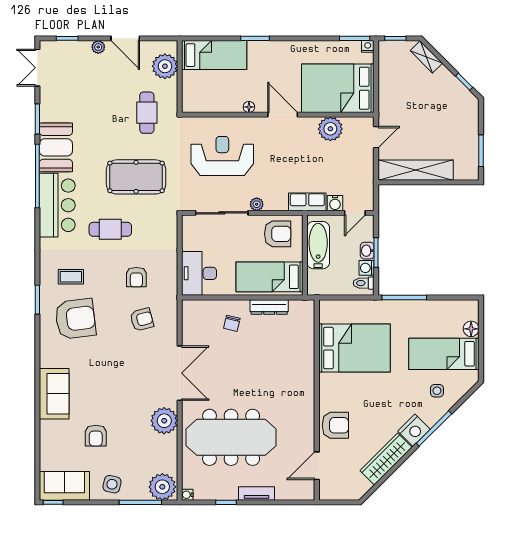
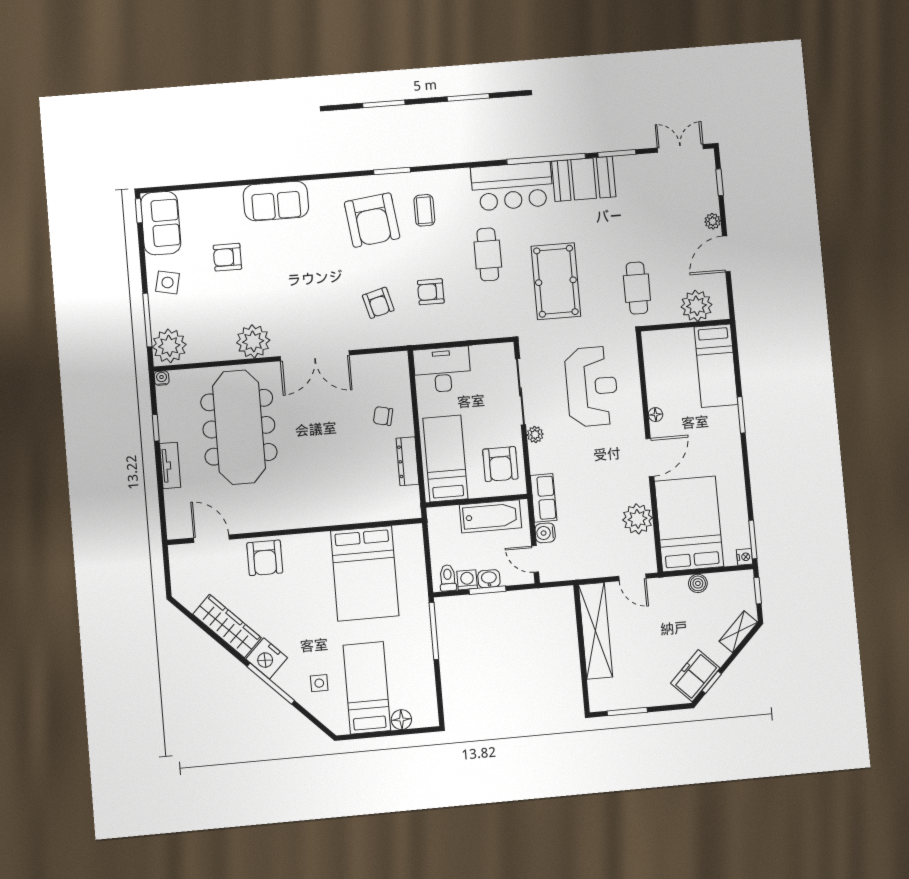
boiler: (385, 85) -> (698, 583), added
freezer: (458, 94) -> (695, 676), added
cafe table: (147, 113) -> (637, 288), turned 90

